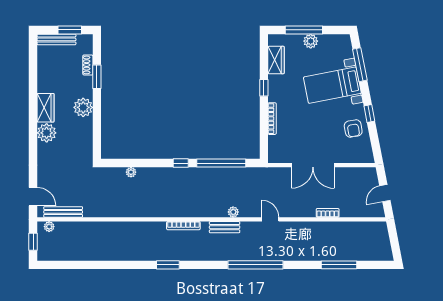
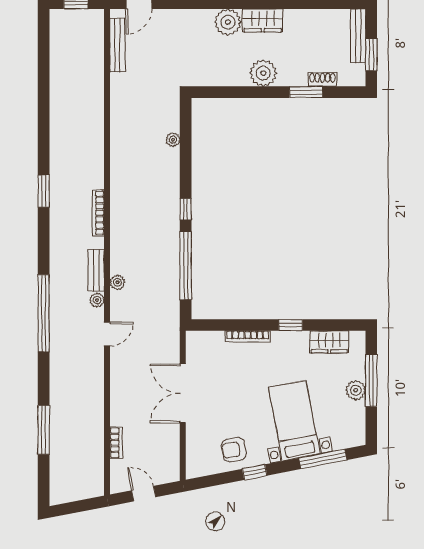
bookcase: (328, 213) -> (116, 443), moved
plant: (49, 227) -> (97, 300), moved

